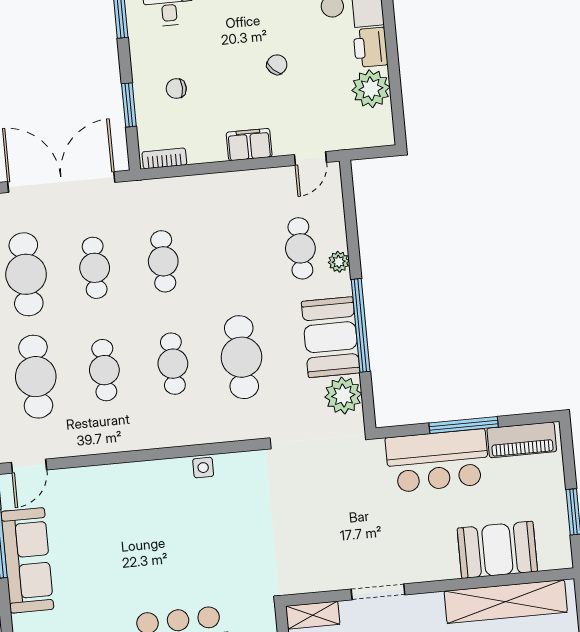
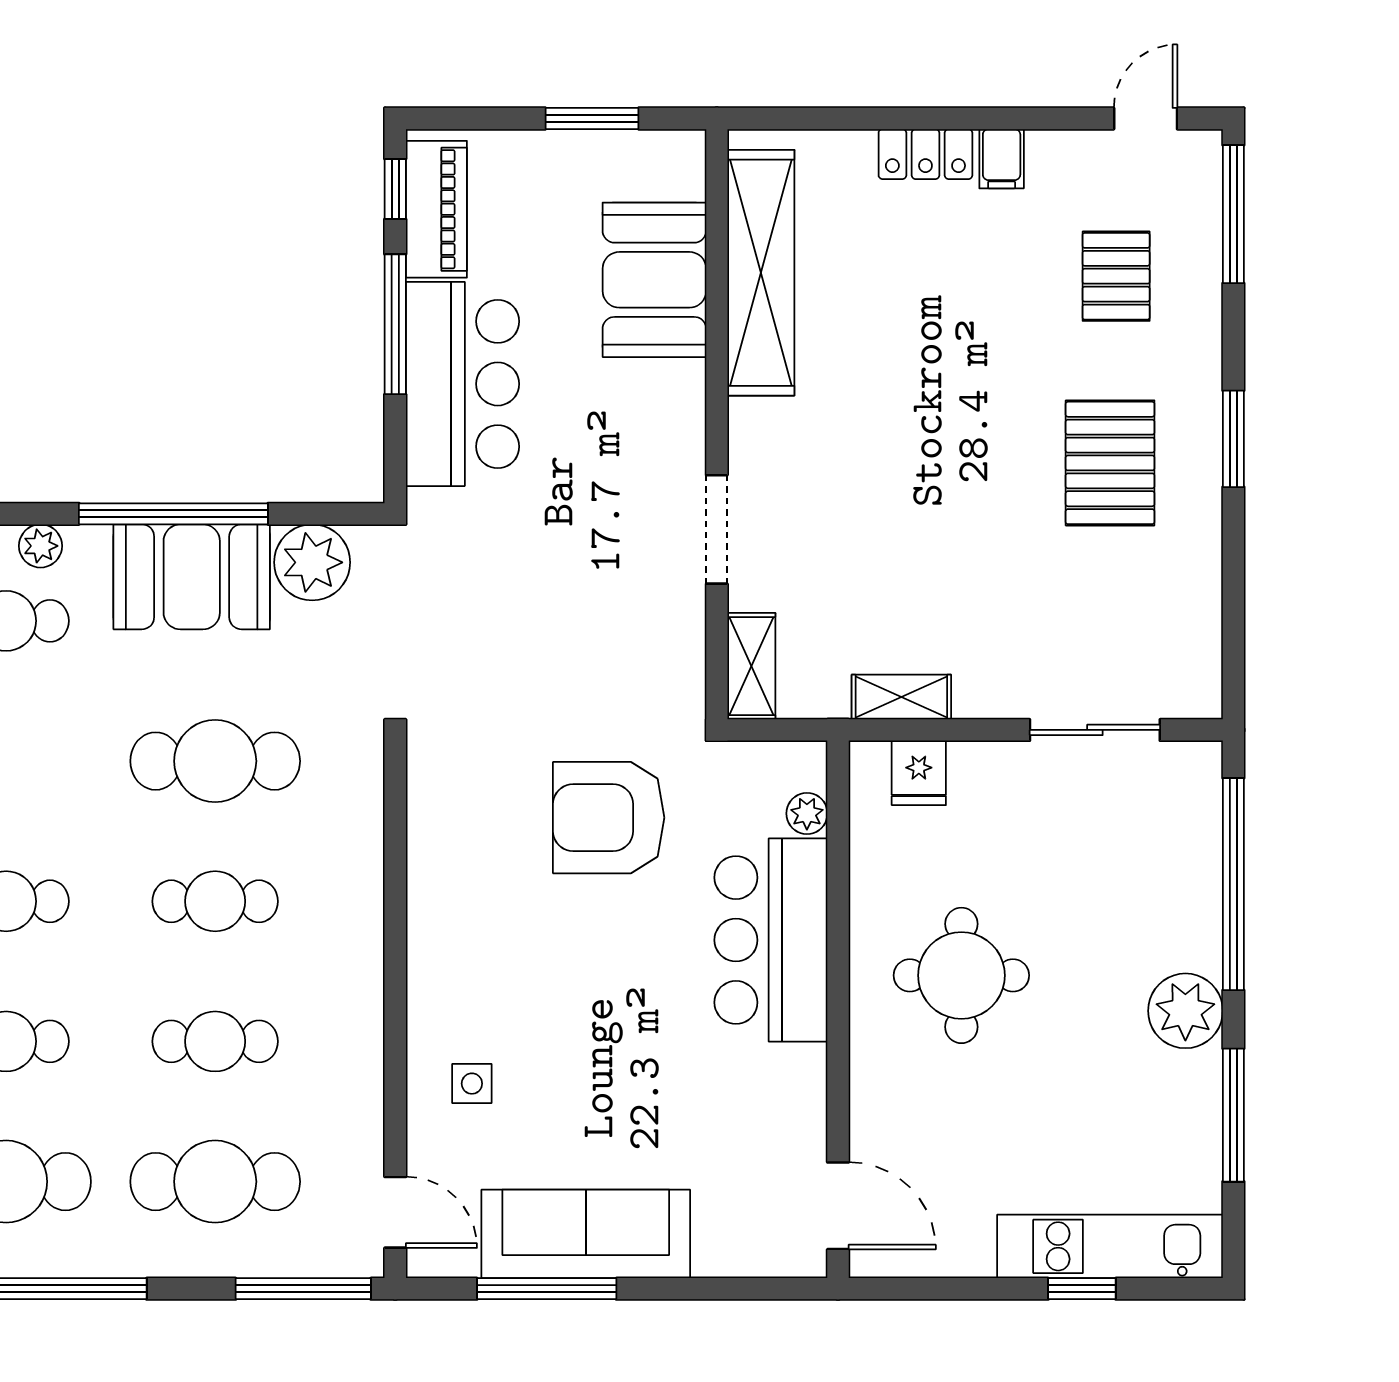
window: (530, 419) -> (395, 189), added
side table: (203, 468) -> (472, 1084), moved
armchair: (232, 552) -> (609, 818), added

